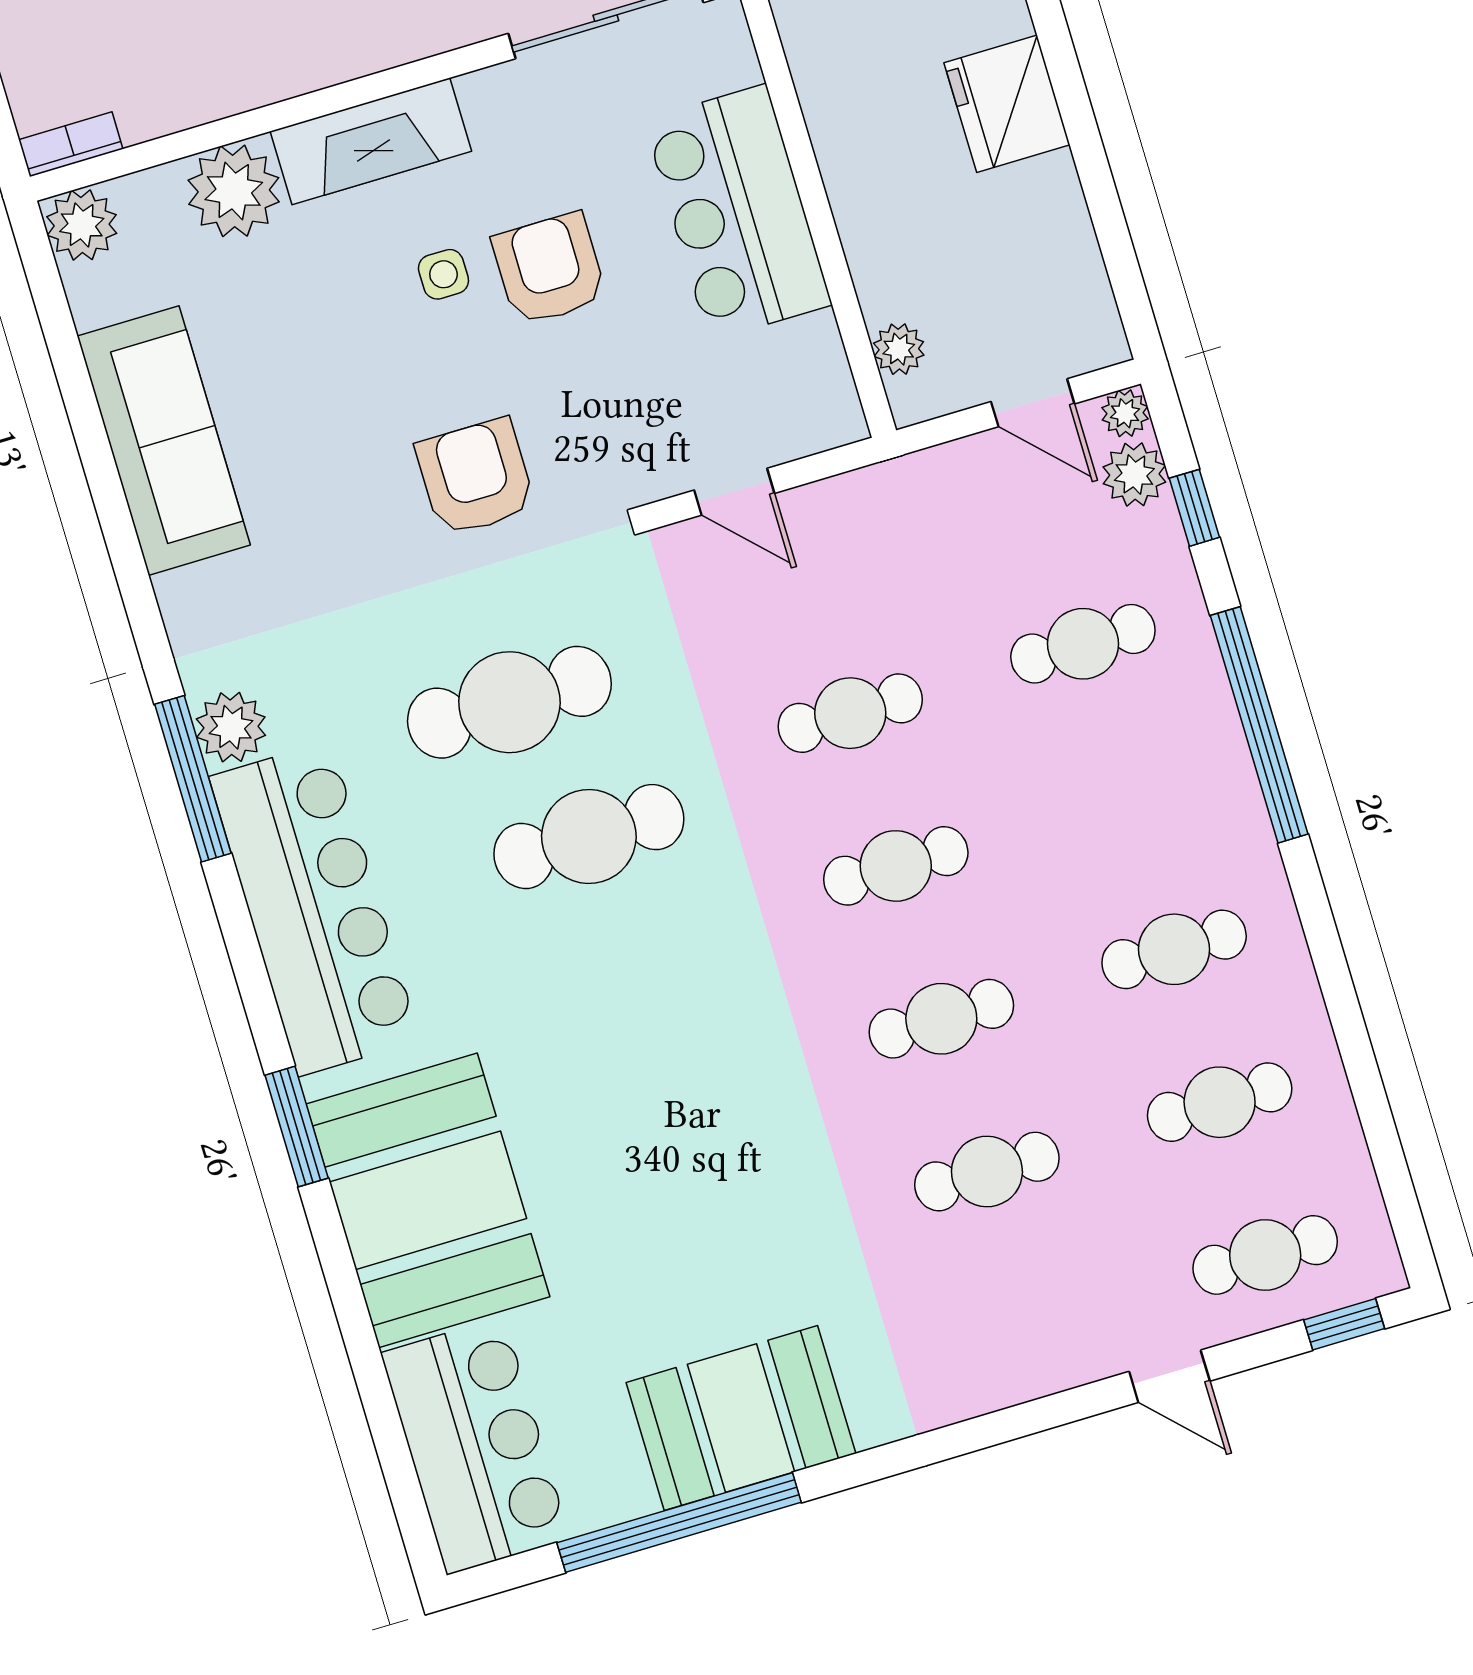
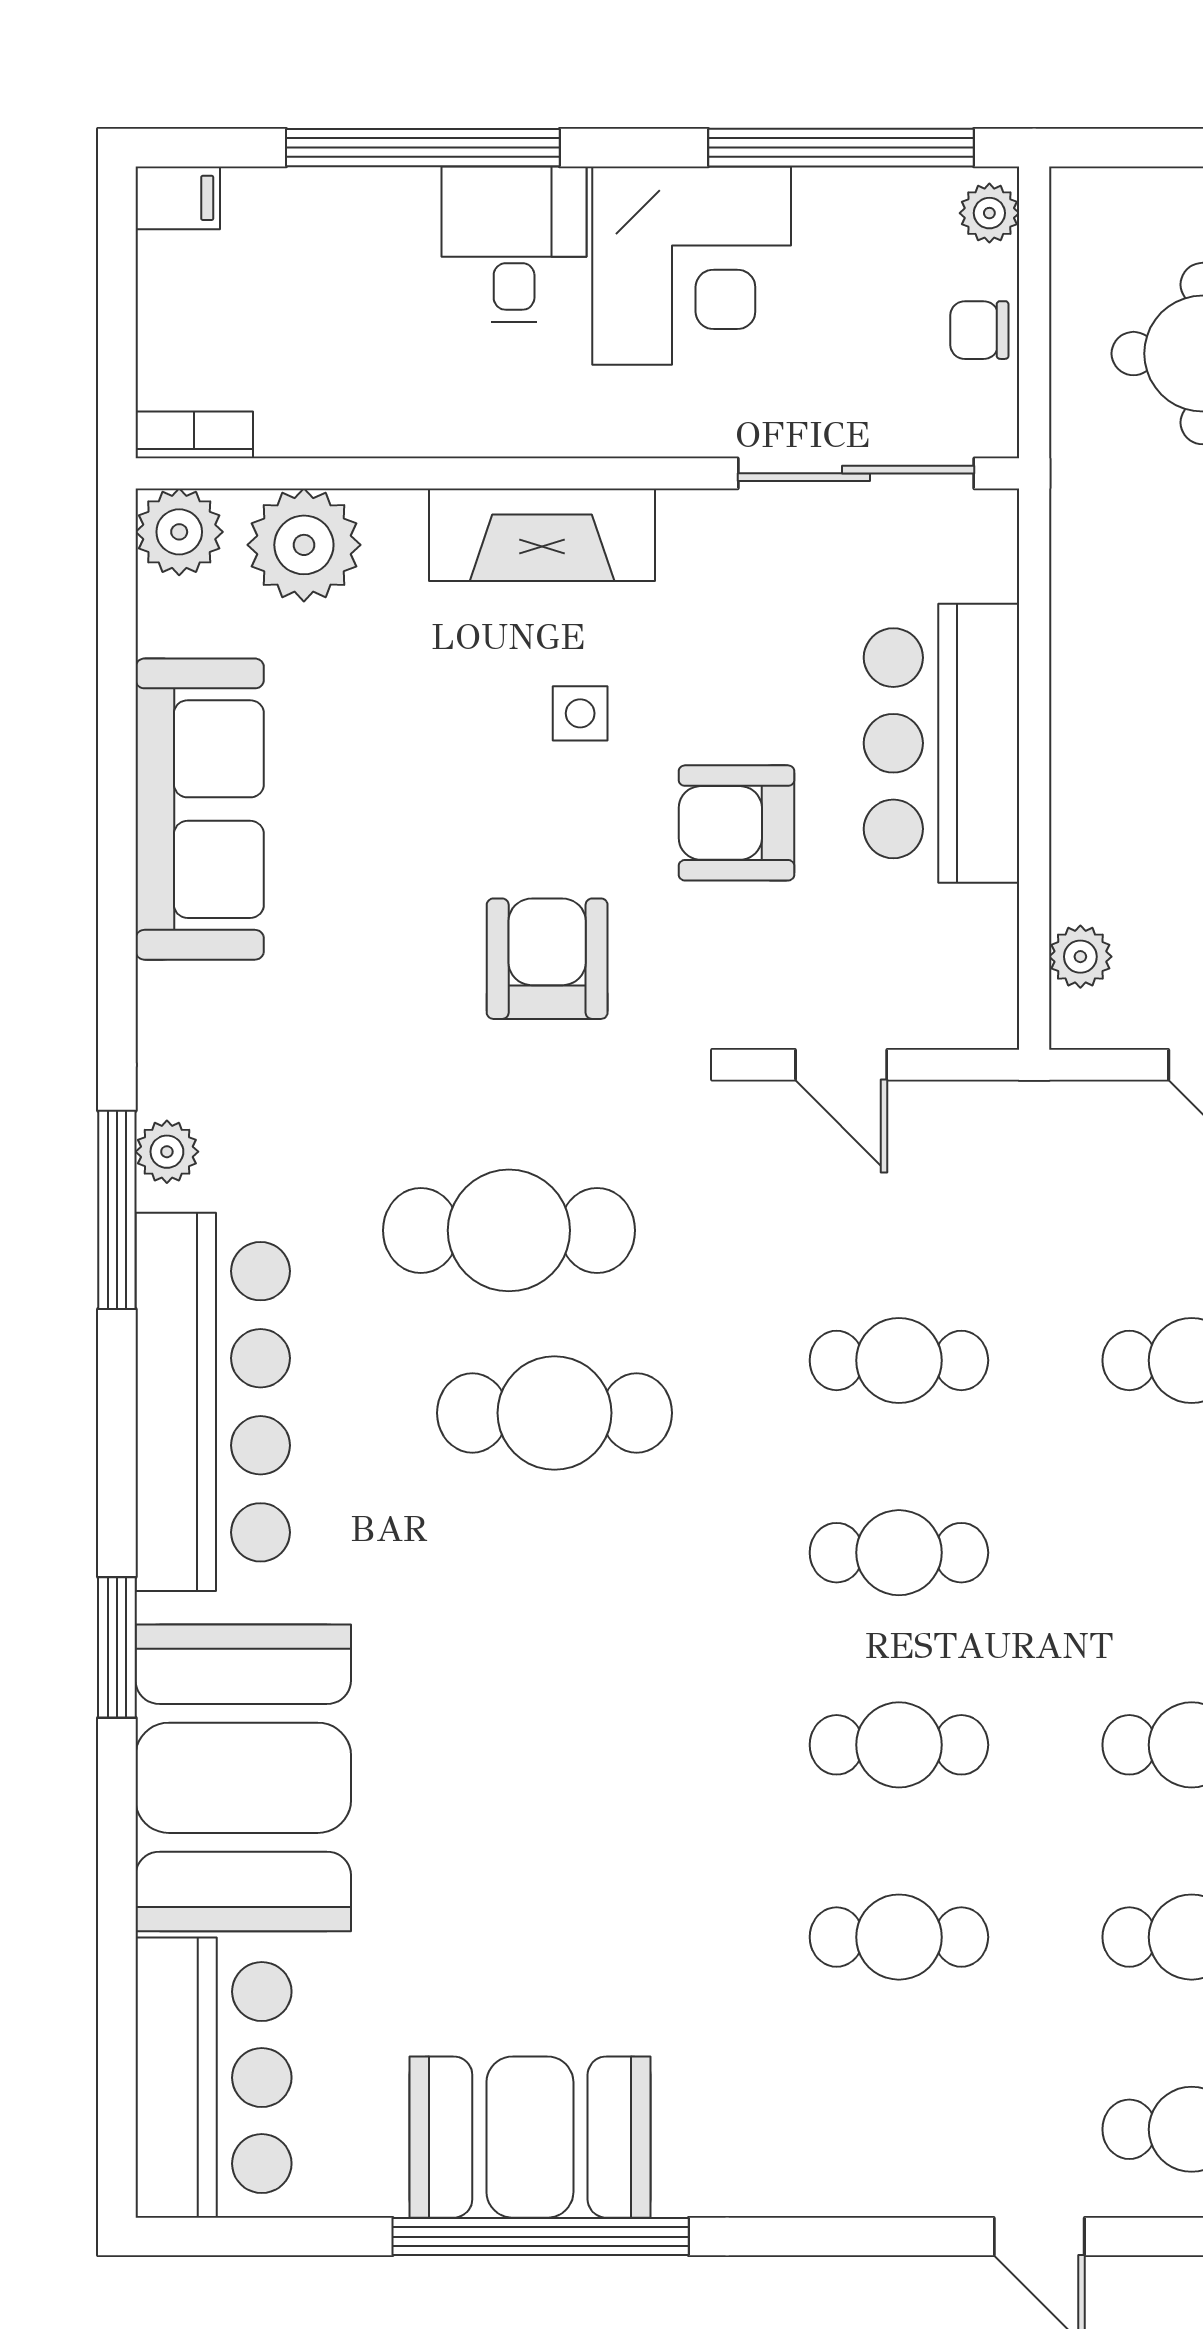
plant: (234, 191) -> (304, 545), moved
armchair: (549, 269) -> (736, 823), moved, turned -90
plant: (231, 727) -> (167, 1152), width x0.73, depth x0.73
window: (679, 1522) -> (541, 2237), moved

